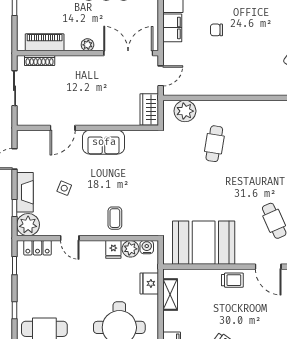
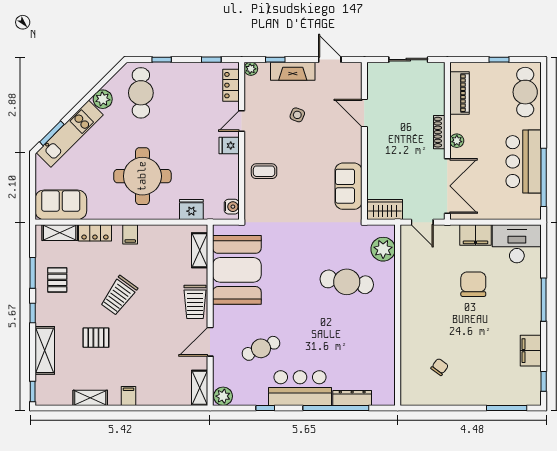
chair: (216, 30) -> (473, 284), width x1.87, depth x1.87
shoe rack: (40, 61) -> (439, 132), moved
sofa: (104, 142) -> (348, 186), moved
cafe table: (214, 144) -> (347, 282), width x1.37, depth x1.35
plant: (28, 225) -> (251, 69), width x0.53, depth x0.53
fridge: (113, 249) -> (229, 146), moved
plant: (130, 249) -> (230, 189), removed
trolley: (232, 280) -> (195, 302), width x1.36, depth x1.39
shelving: (170, 295) -> (200, 250), moved, turned 90

